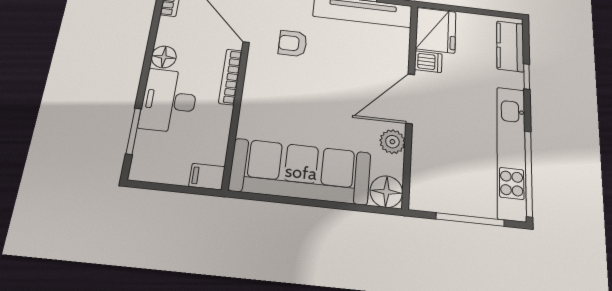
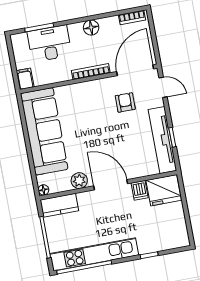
kitchen counter: (510, 46) -> (59, 205), moved, turned 180
desk: (169, 101) -> (49, 44), moved
floor lamp: (386, 192) -> (43, 190), width x0.53, depth x0.53

